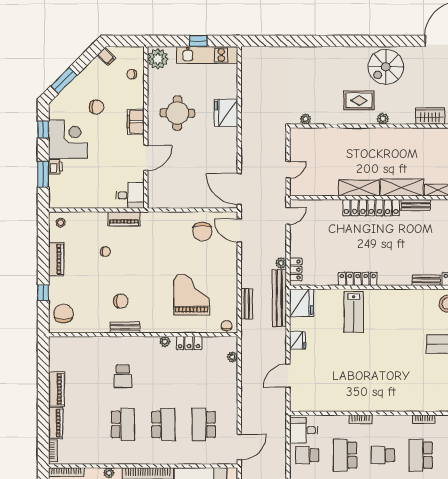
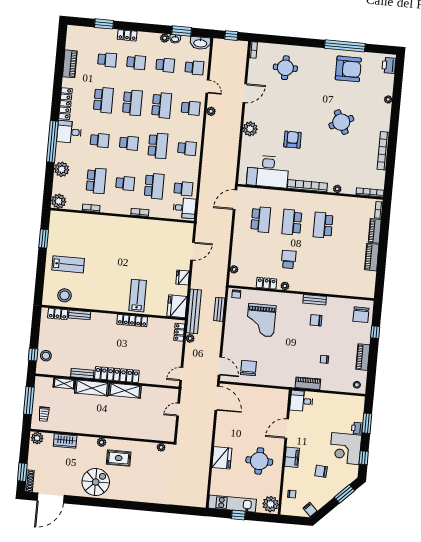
school desk: (123, 376) -> (289, 259), moved

